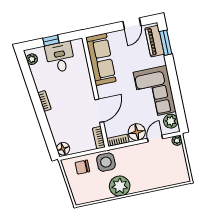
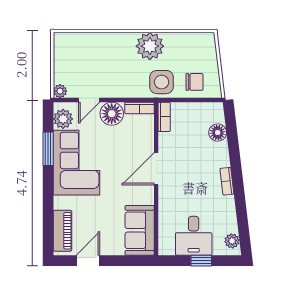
window: (166, 43) -> (48, 149), moved
sofa: (101, 59) -> (140, 230), width x0.73
door: (99, 111) -> (156, 169), moved
floor lamp: (63, 149) -> (218, 133), moved

